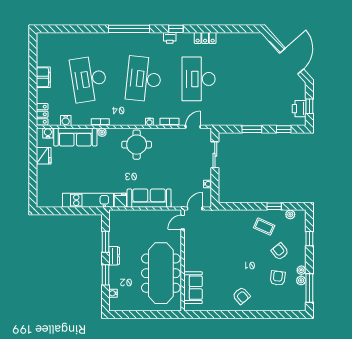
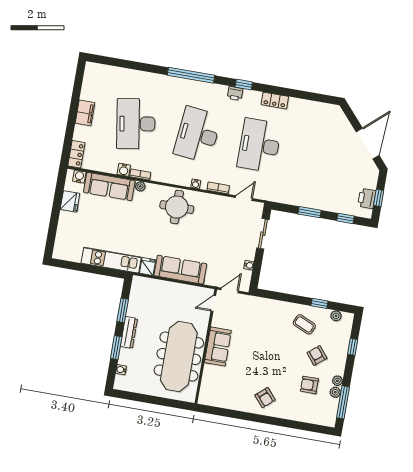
water cooler: (66, 120) -> (124, 170), moved
dresser: (114, 256) -> (129, 332), width x1.44
armchair: (278, 278) -> (309, 385), turned -97
sofa: (193, 288) -> (218, 347), moved

